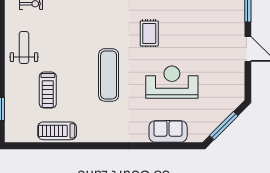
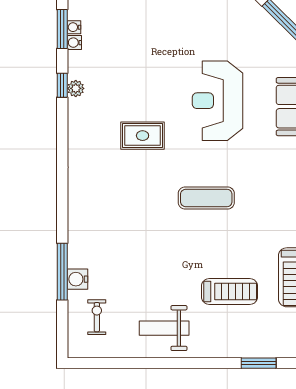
exercise mat: (109, 75) -> (206, 198), width x0.73, depth x0.69

